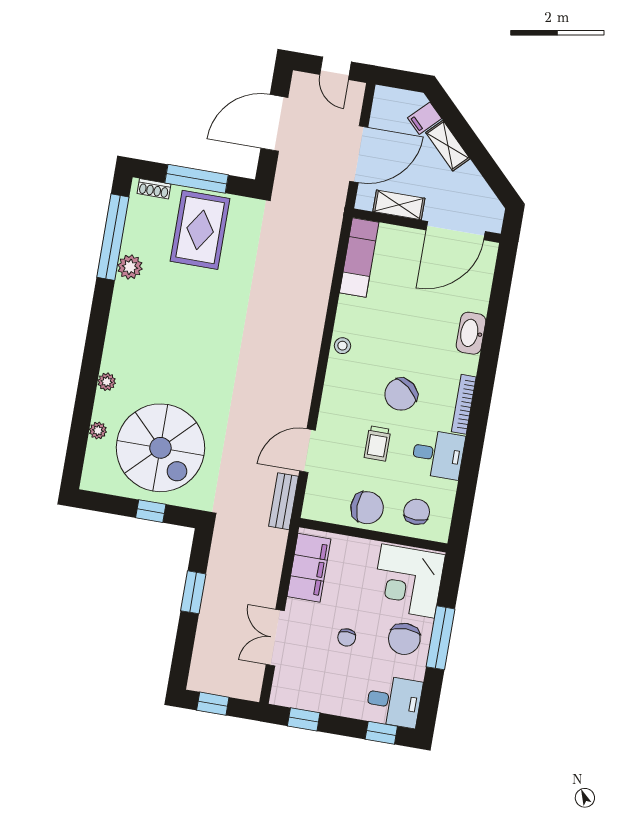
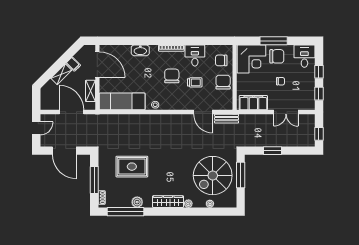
filing cabinet: (425, 118) -> (73, 64), moved
rug: (200, 230) -> (132, 167), moved
exam couch: (359, 258) -> (122, 101), width x1.36, depth x1.45
wardrobe: (119, 337) -> (168, 202), added
chair: (401, 394) -> (172, 76), turned -129
spiral stairs: (160, 448) -> (213, 176), turned 180
window: (151, 511) -> (241, 175), width x2.17
window: (381, 733) -> (319, 72), moved

